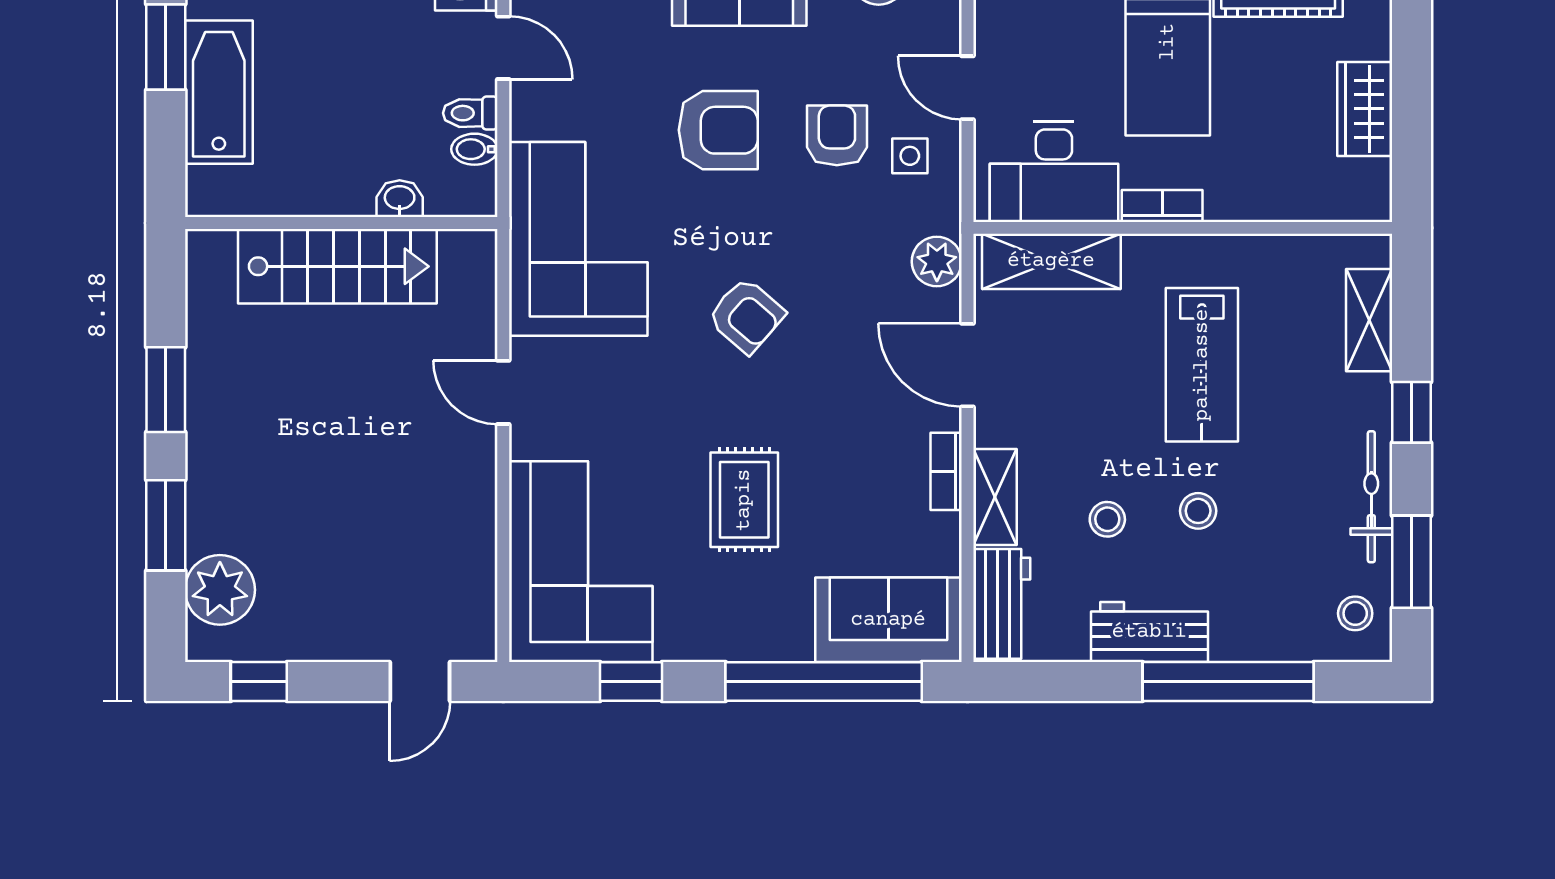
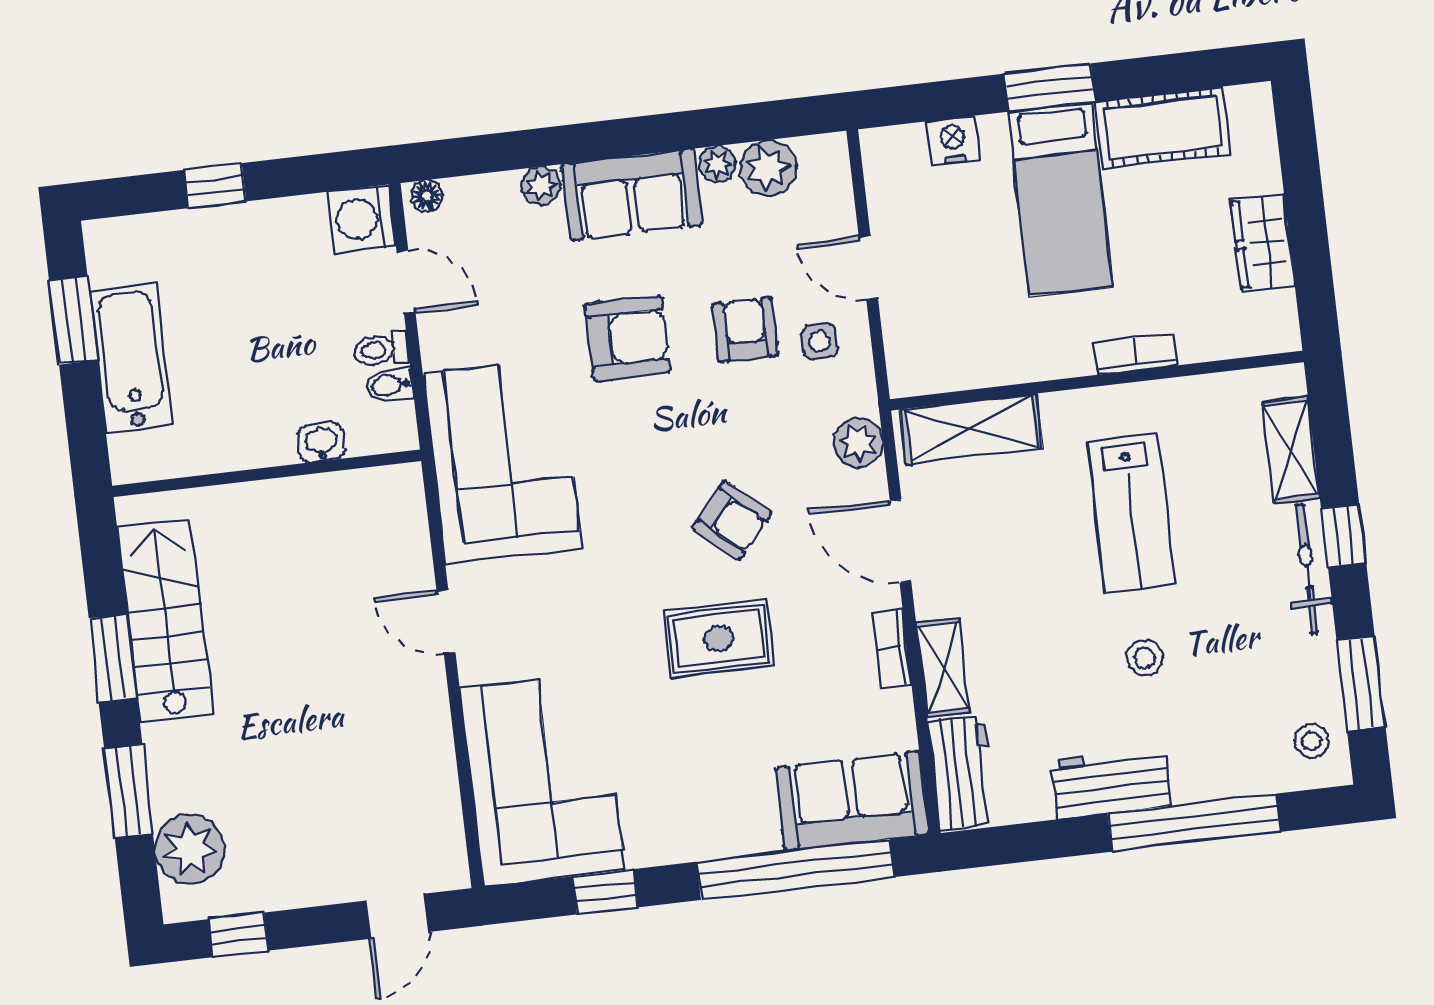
desk: (1054, 172) -> (963, 340), removed
bookcase: (1162, 206) -> (1136, 354), moved
stairs: (337, 266) -> (165, 621), moved, turned -90
armchair: (746, 316) -> (732, 520), moved
bicycle: (1371, 497) -> (1307, 569), moved
rug: (744, 500) -> (719, 638), moved, turned 90
stool: (1107, 519) -> (1056, 677), removed

